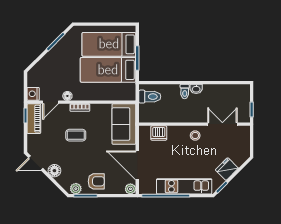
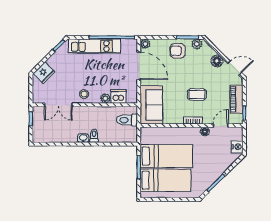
nightstand: (33, 94) -> (237, 147), moved
toilet: (150, 97) -> (127, 120), moved
piano: (34, 119) -> (236, 99), moved
plant: (173, 131) -> (105, 98), added
fridge: (227, 169) -> (44, 73), moved

